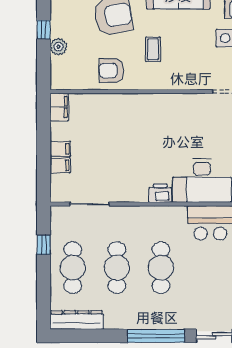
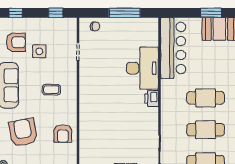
coffee table: (153, 49) -> (51, 90), moved

